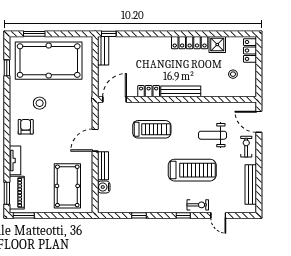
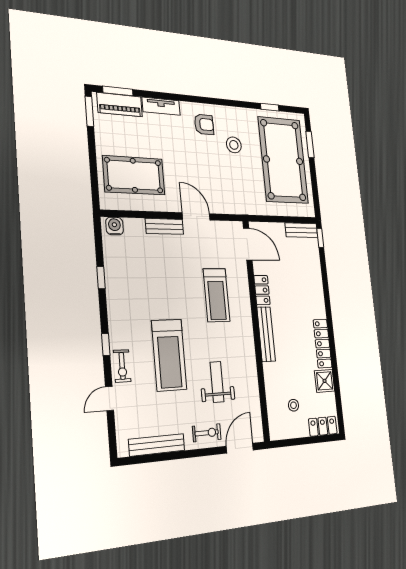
water cooler: (104, 187) -> (115, 226), moved

